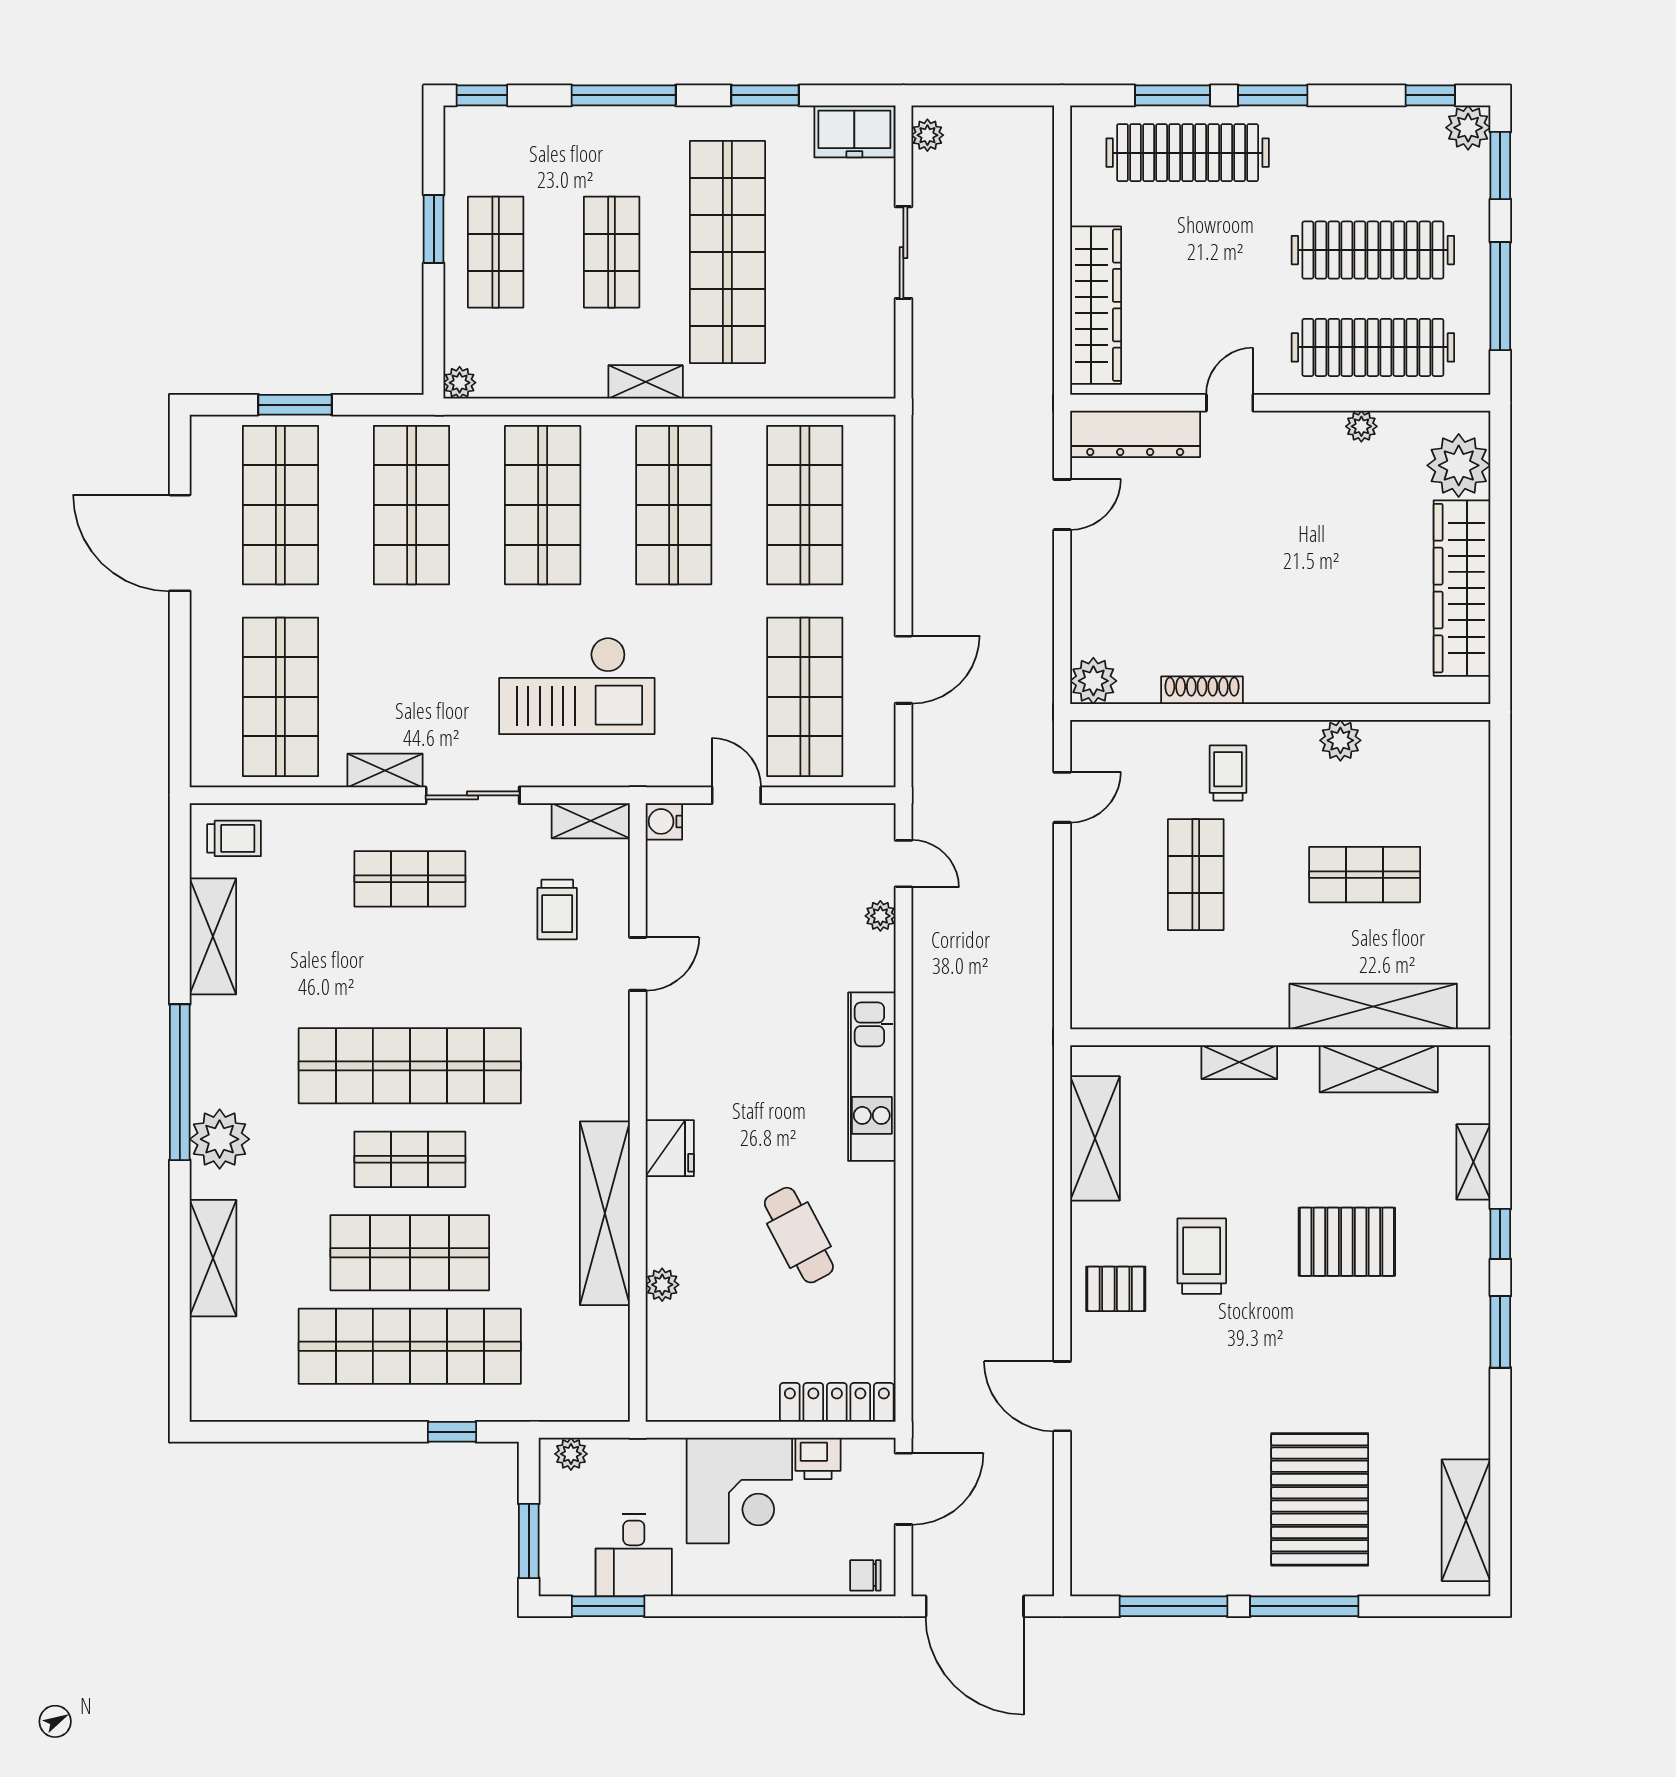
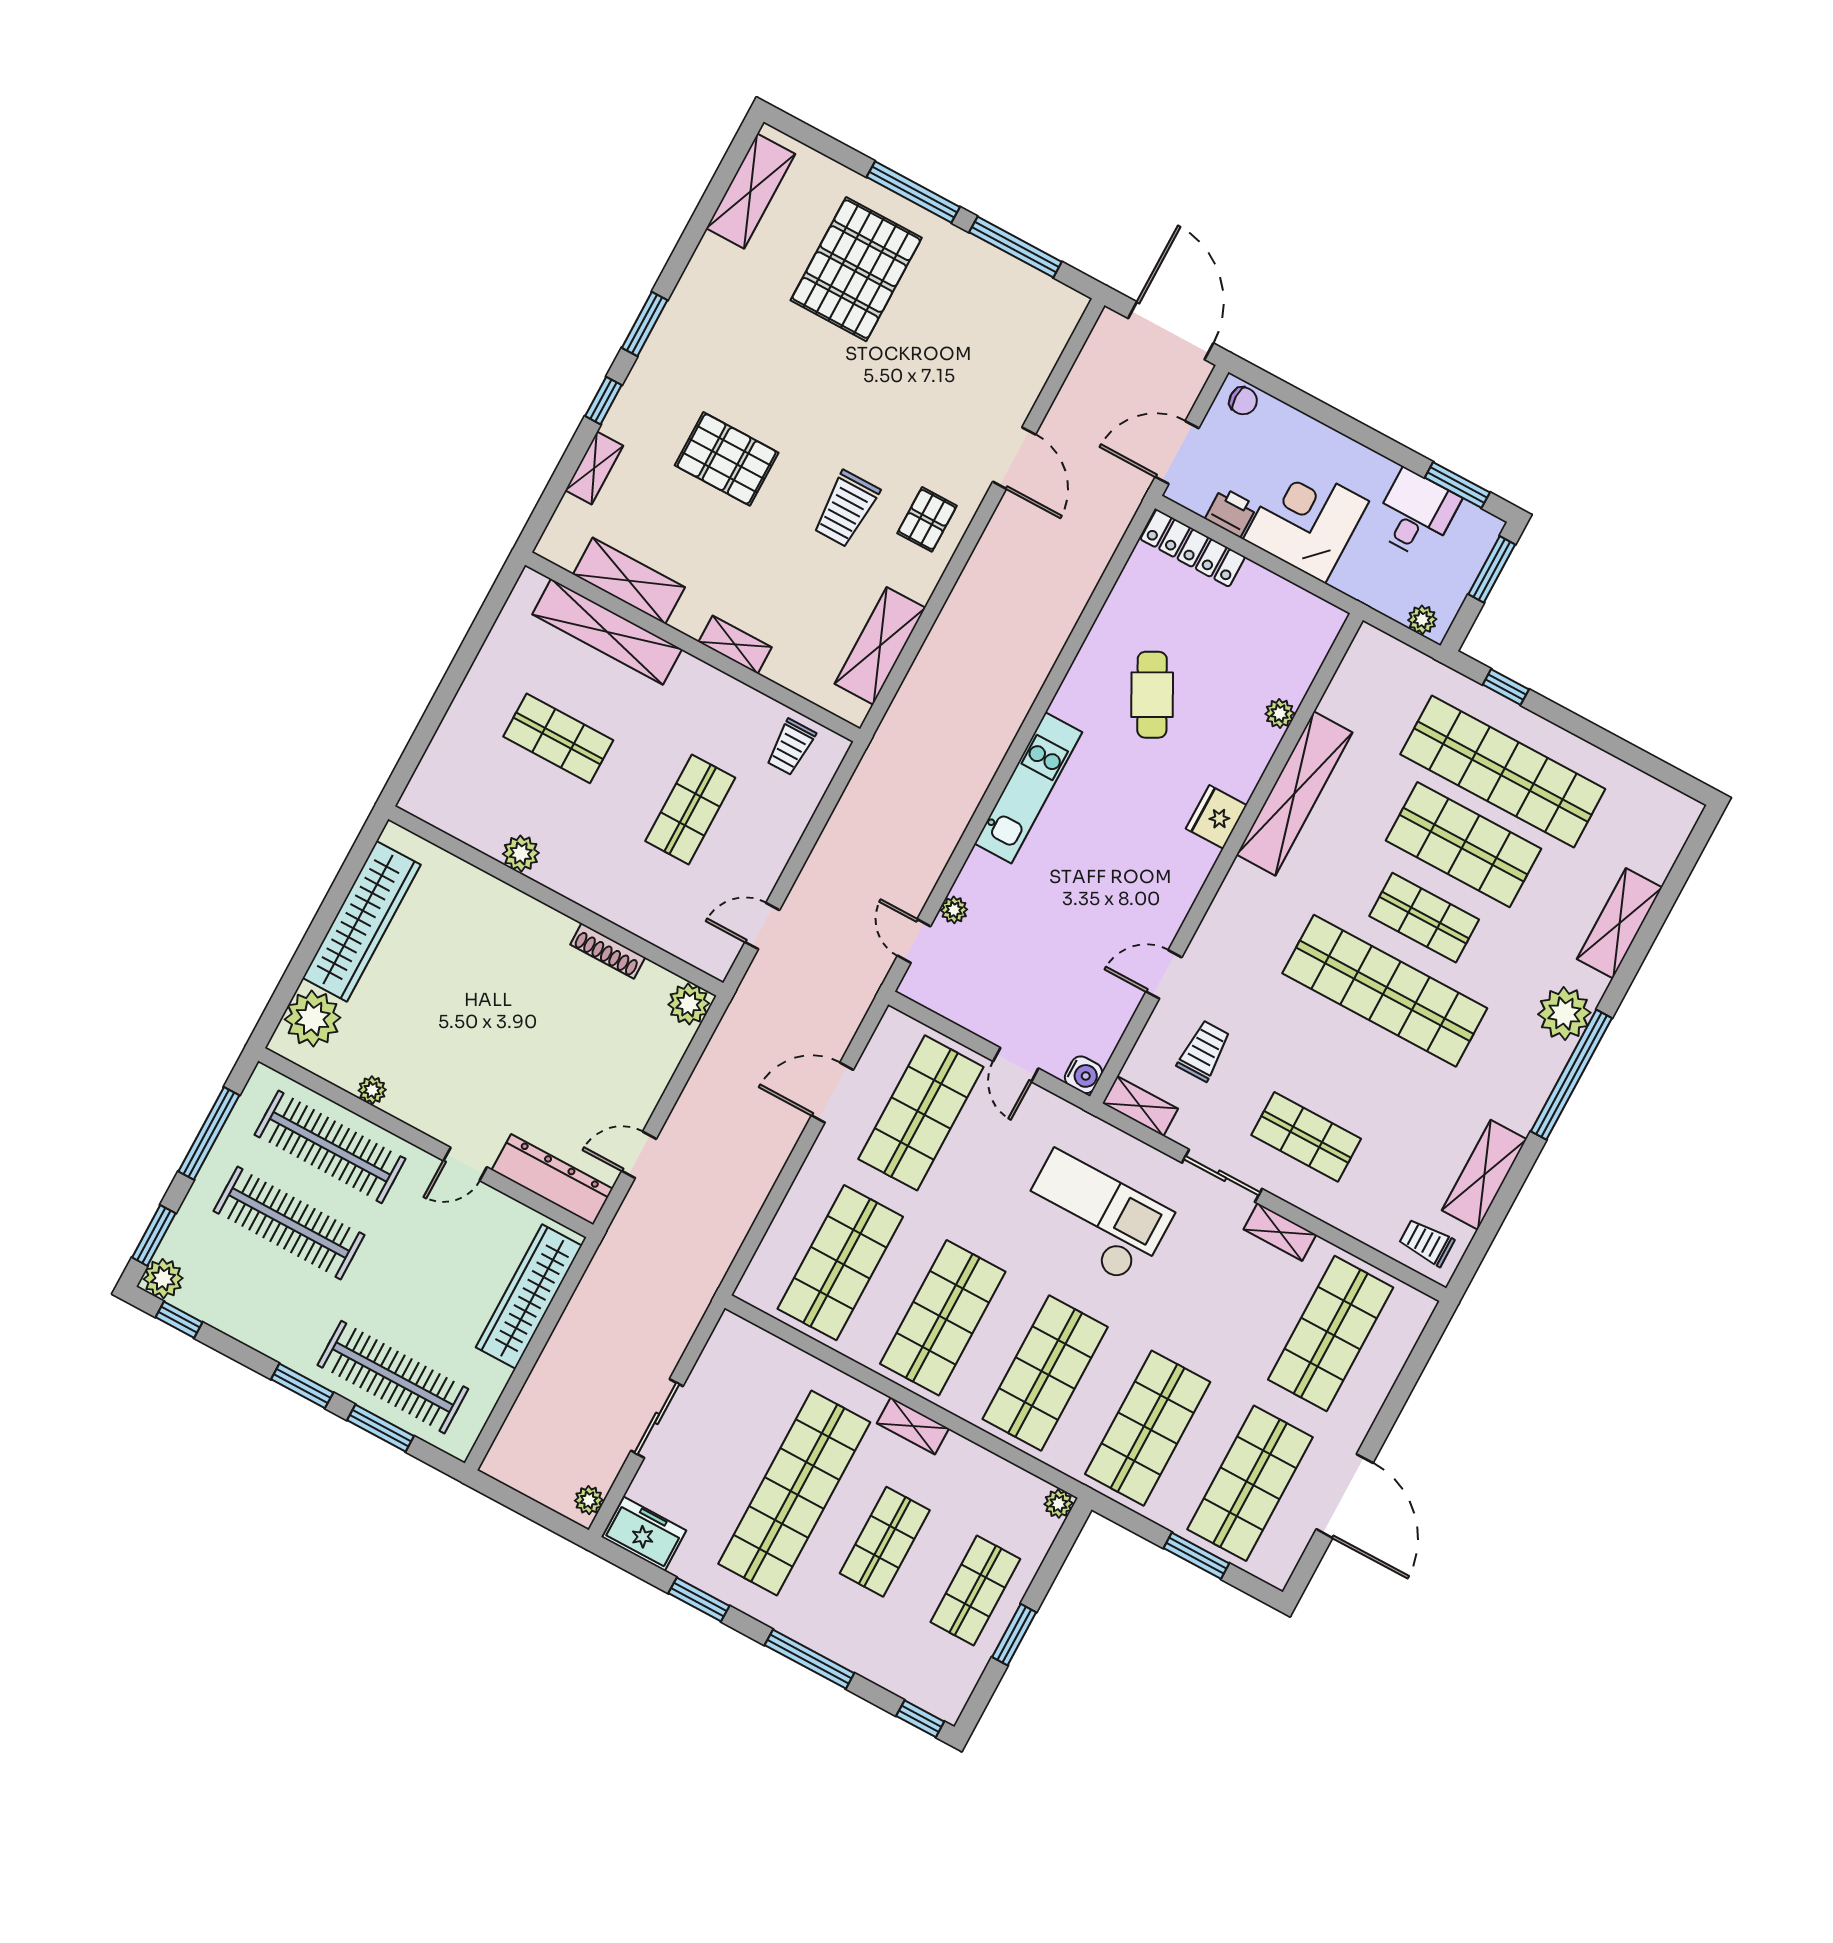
trolley: (1228, 773) -> (791, 747), moved
pallet: (1116, 1289) -> (927, 519), turned 90

